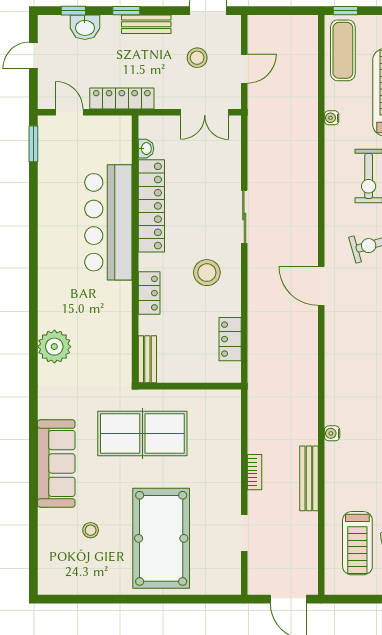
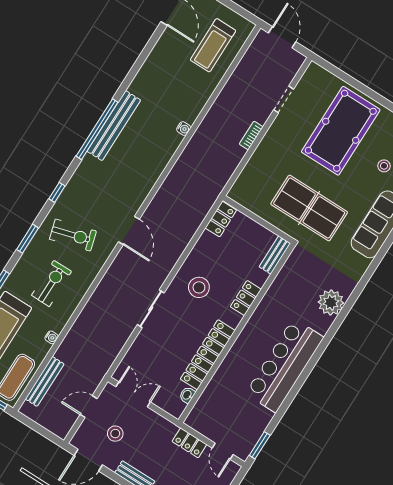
locker: (122, 98) -> (189, 443), width x0.66
bar counter: (108, 222) -> (285, 365), moved, turned 180
locker: (230, 339) -> (221, 219), moved
bench: (309, 478) -> (45, 381), moved
treadmill: (357, 543) -> (213, 45), turned 180

